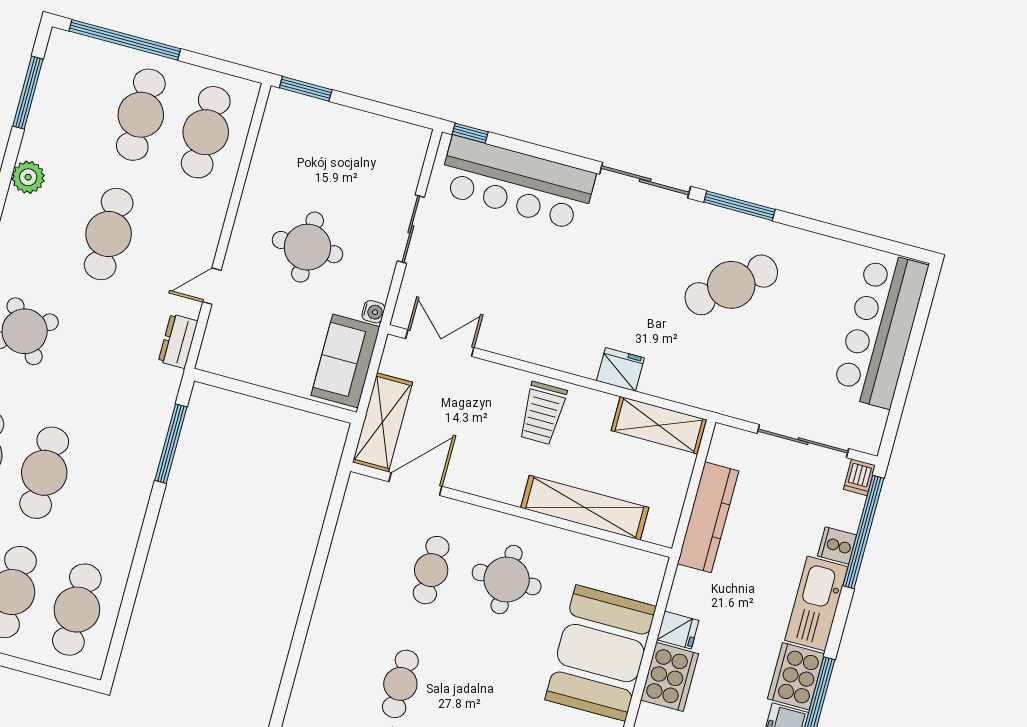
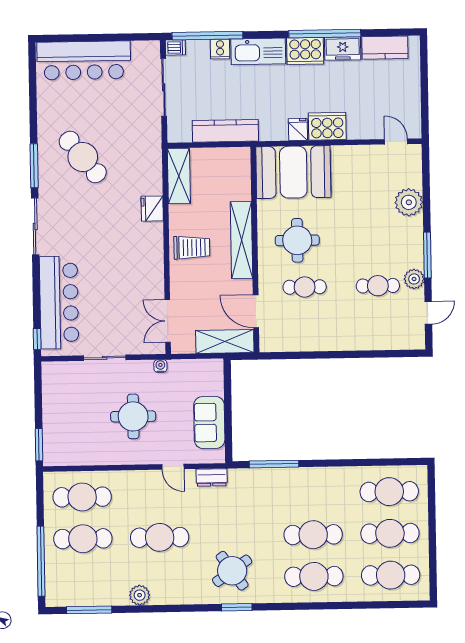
sofa: (345, 361) -> (209, 423), moved, turned 90
shelving: (585, 508) -> (241, 240), moved
booth: (601, 653) -> (293, 172), moved

